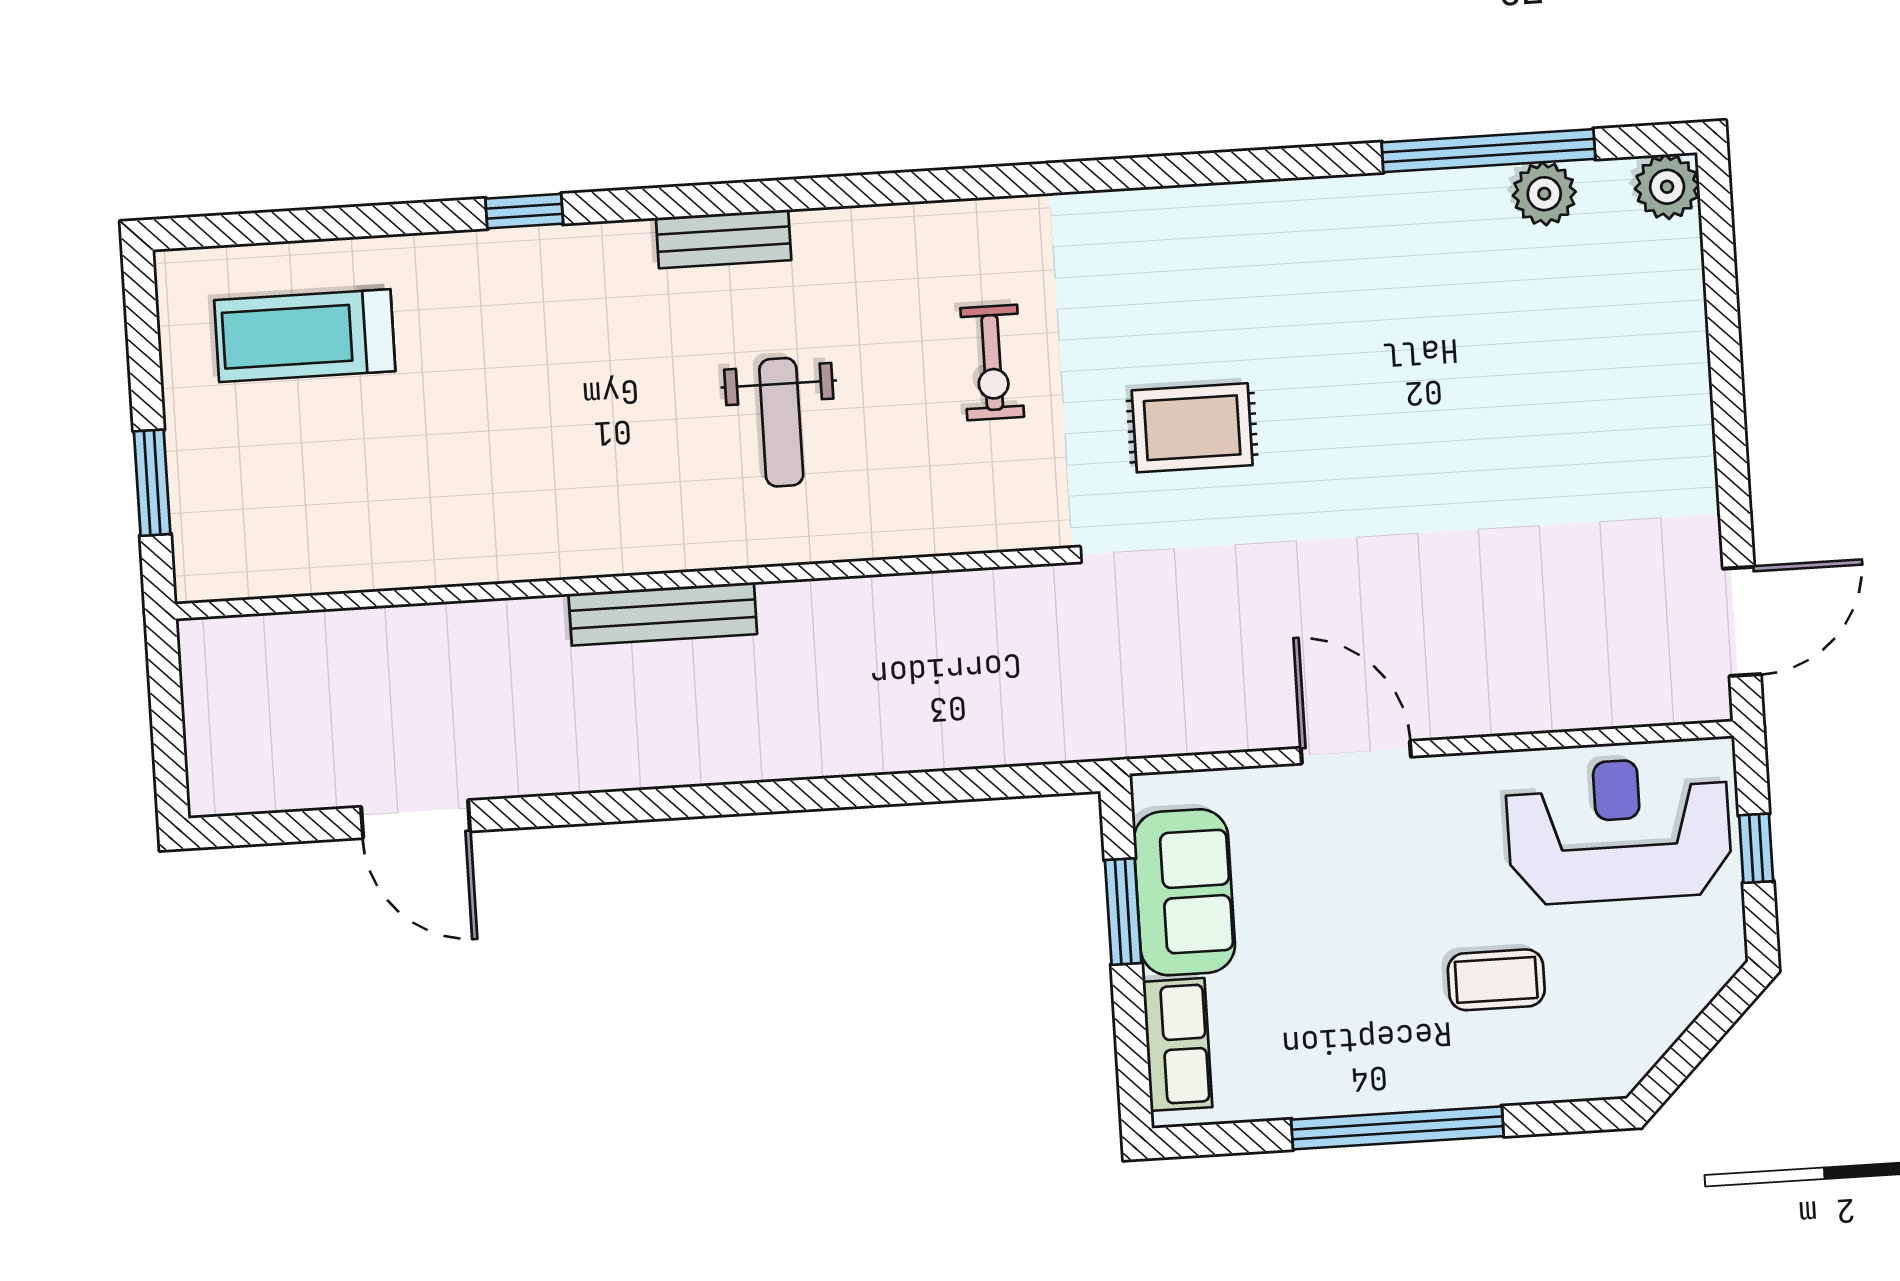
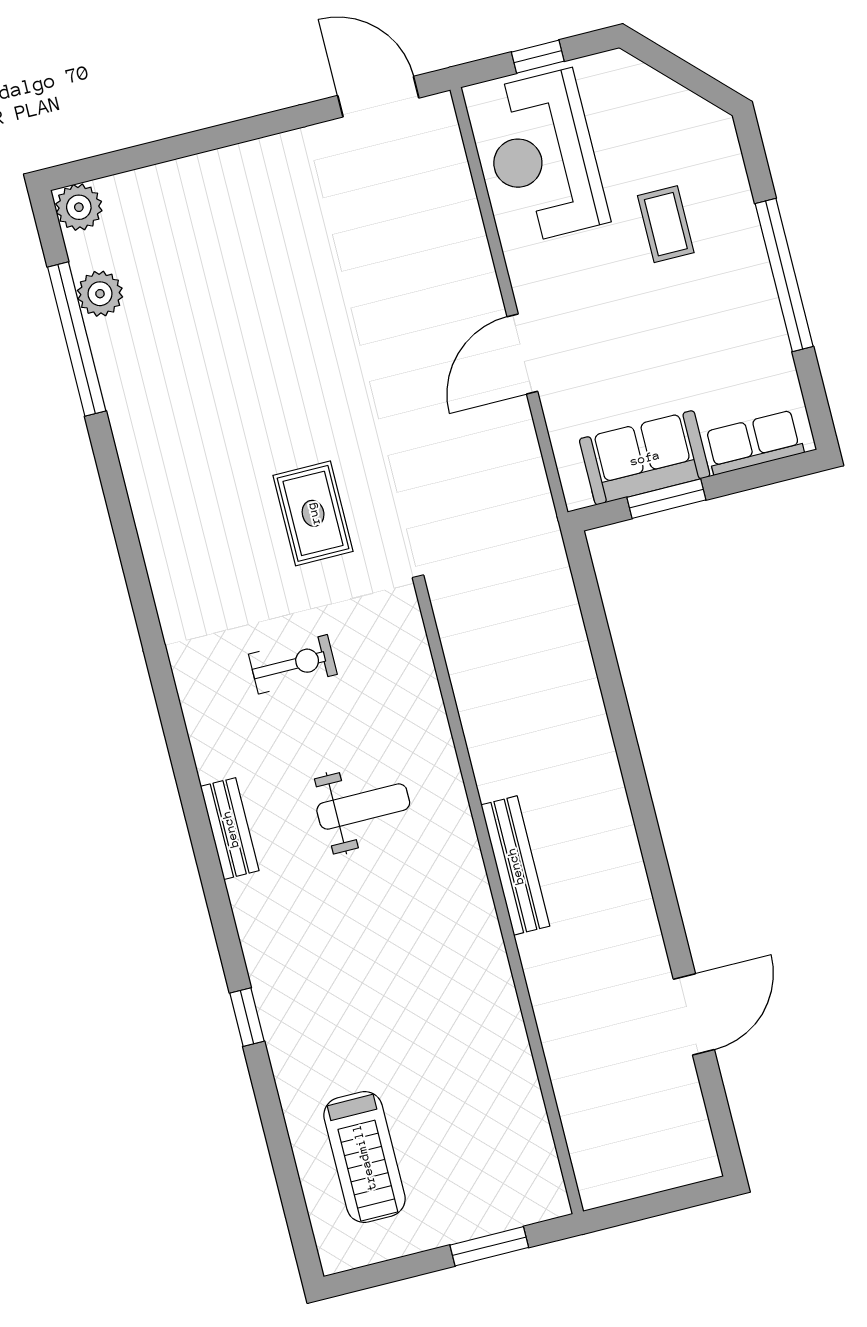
bench: (724, 239) -> (230, 829), moved

